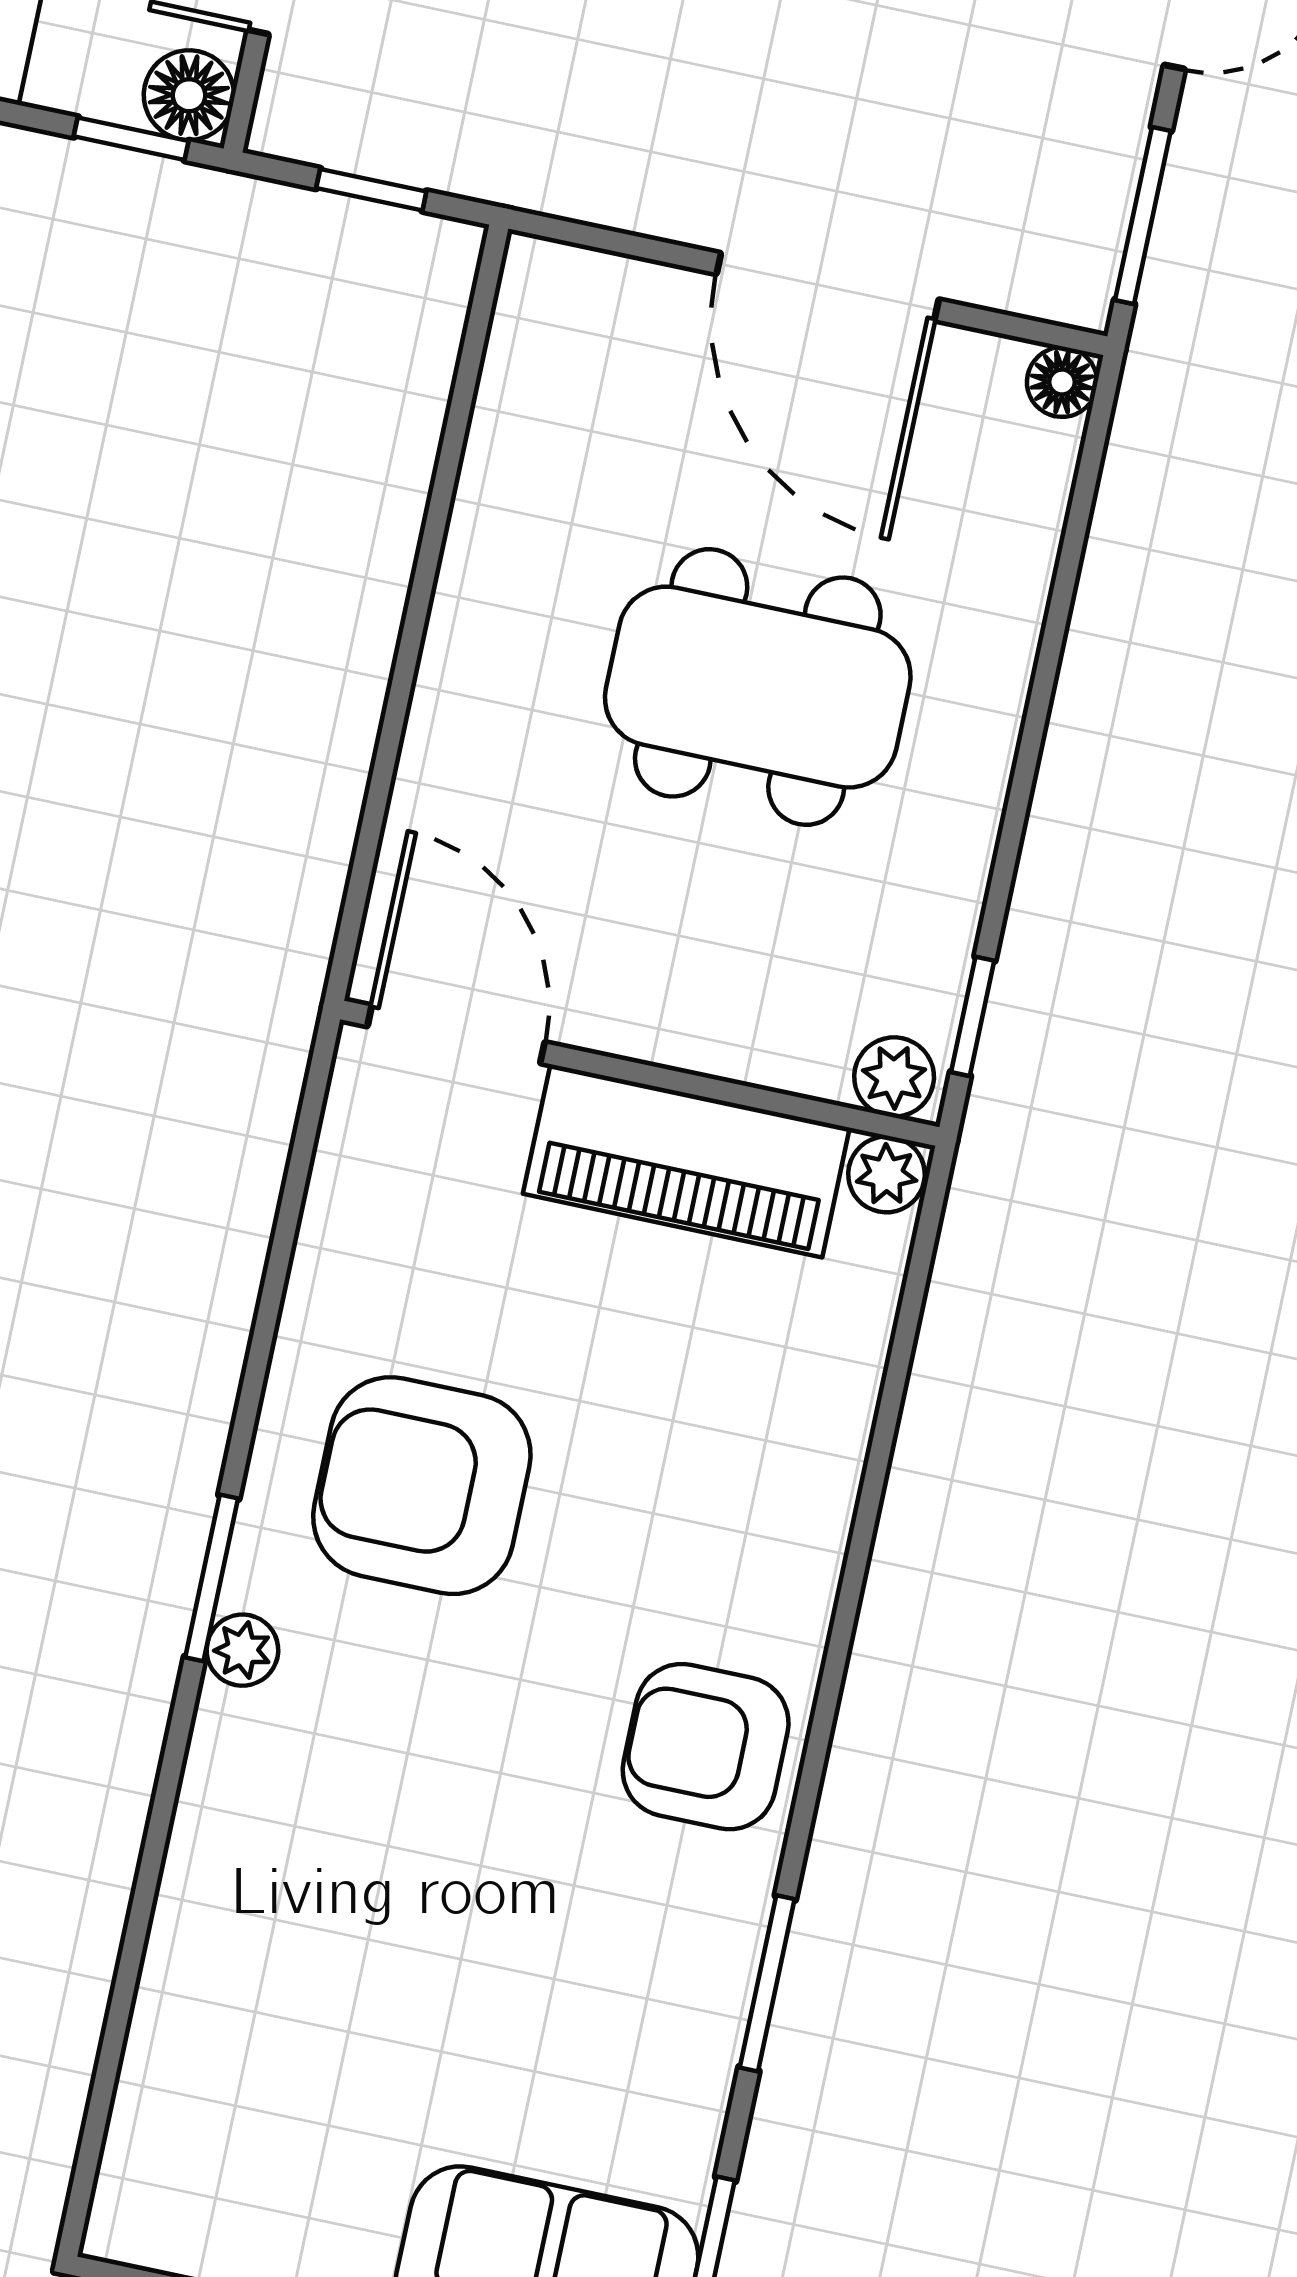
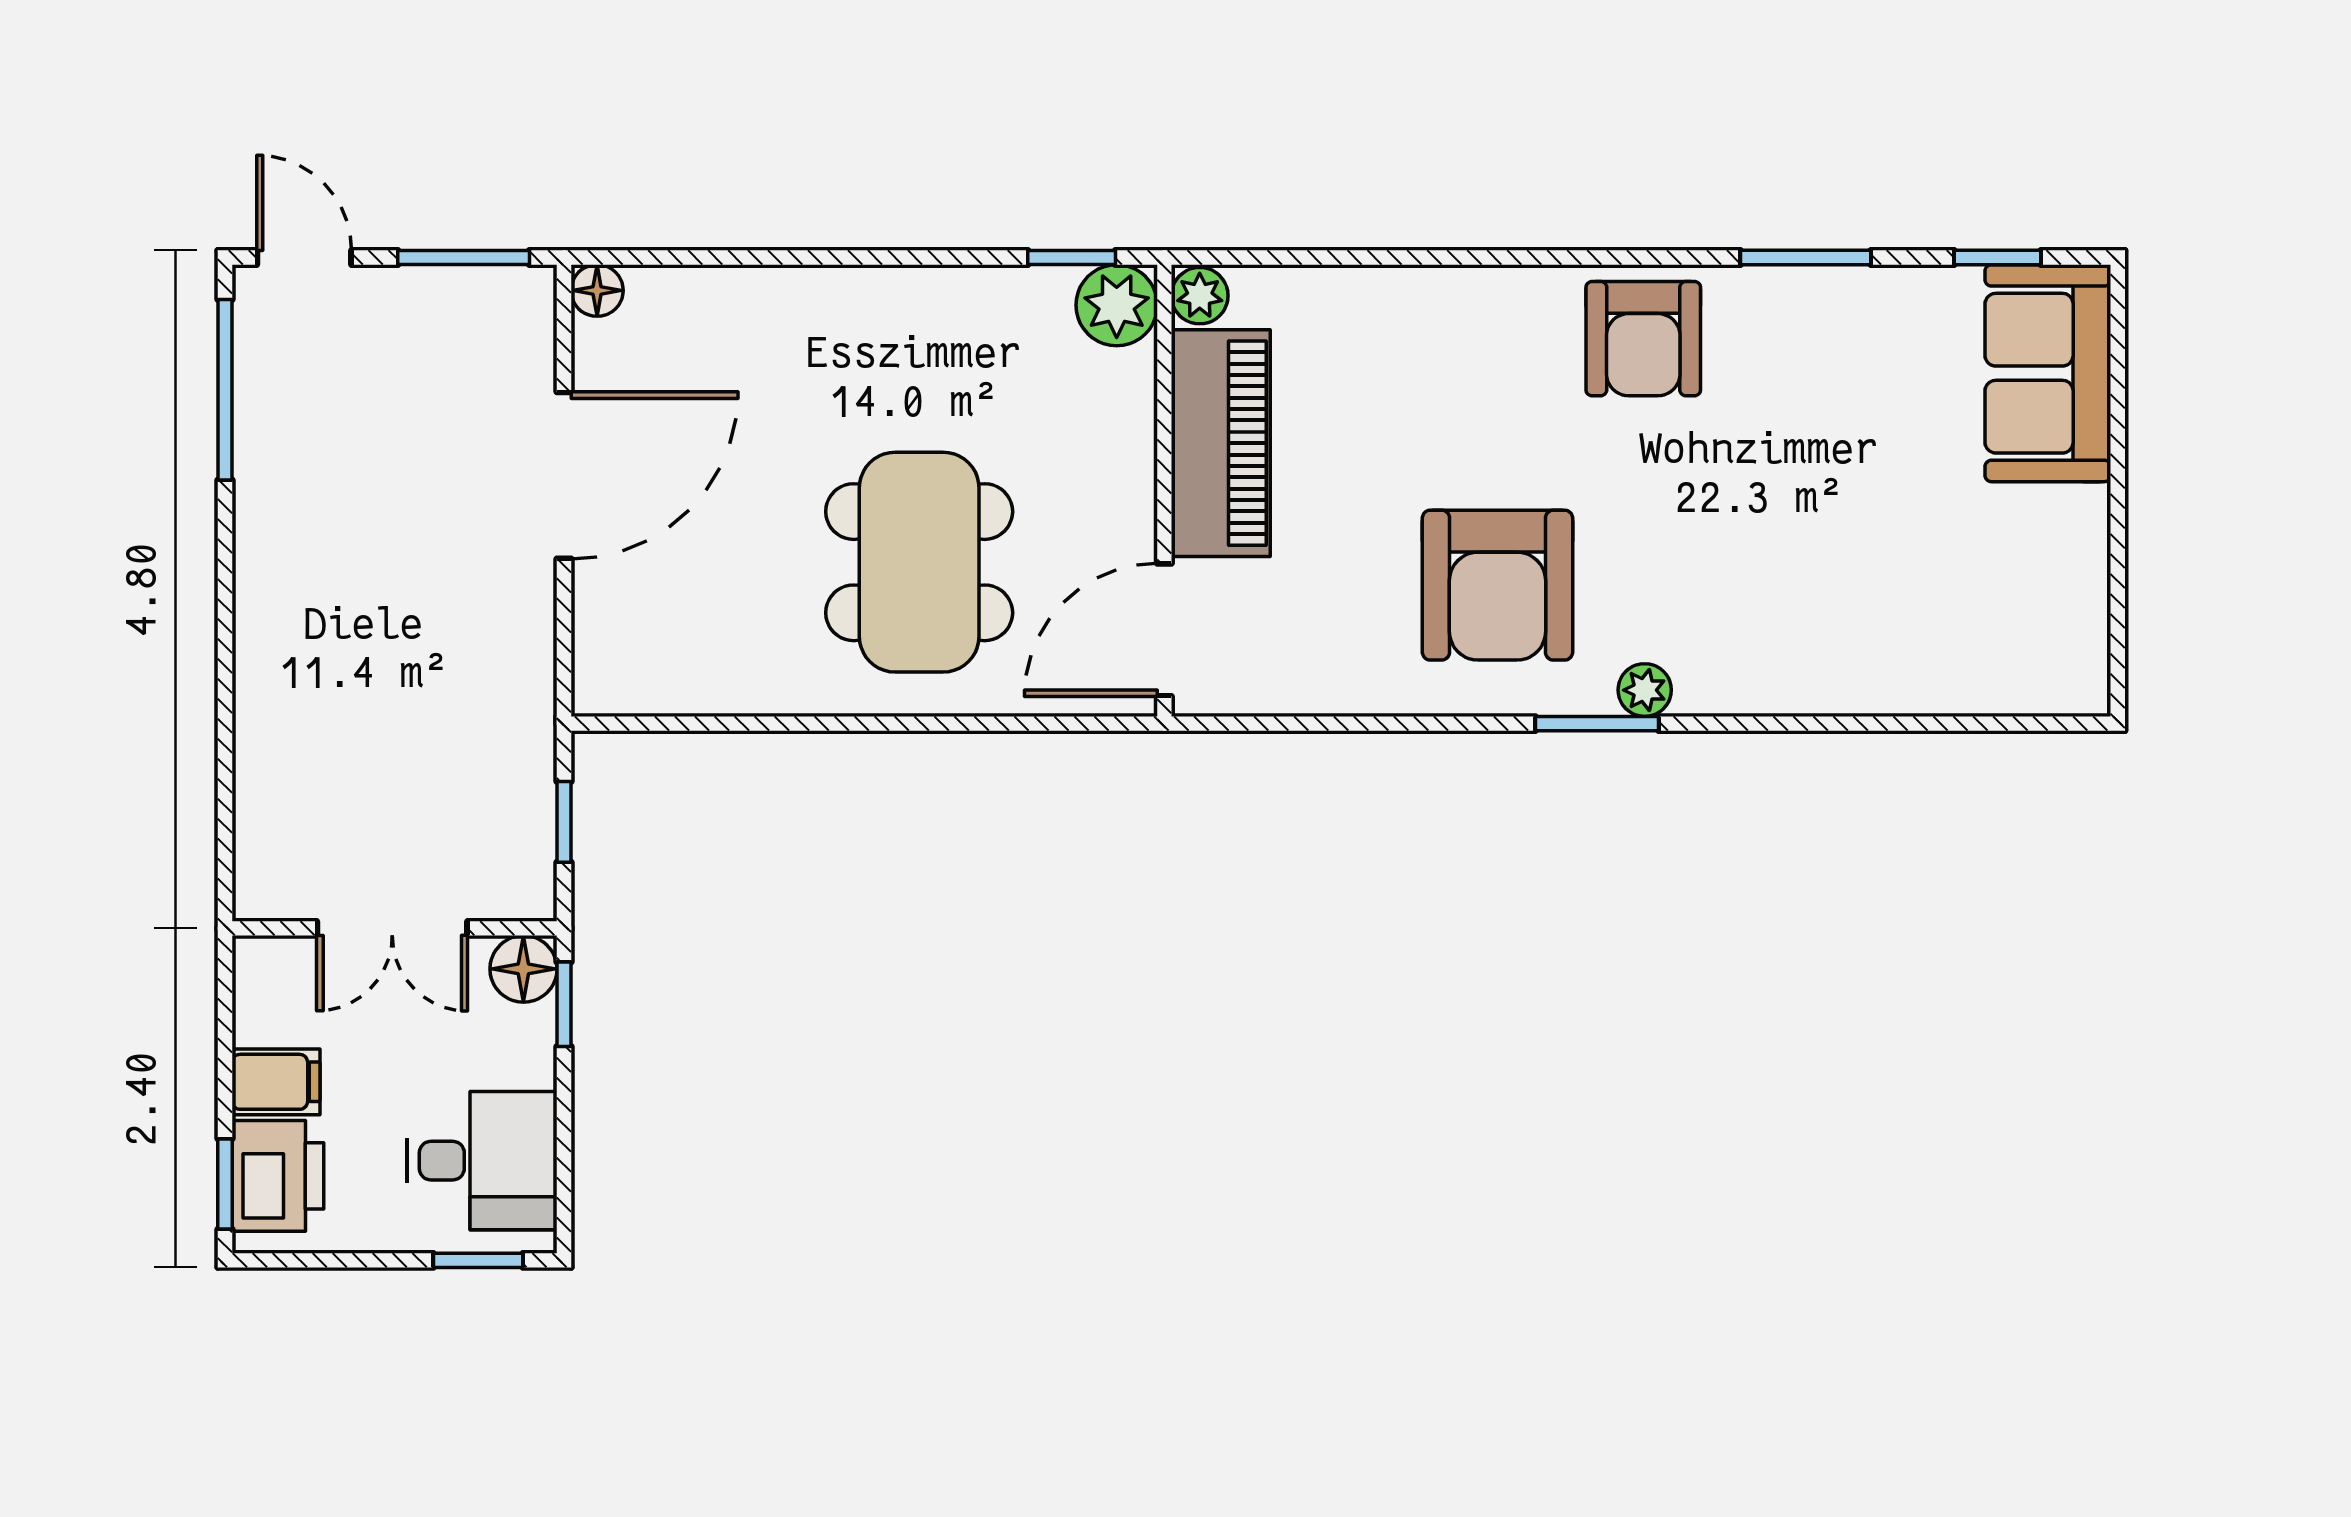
dining table: (758, 687) -> (919, 562), moved
plant: (894, 1077) -> (1117, 305), width x1.38, depth x1.38

